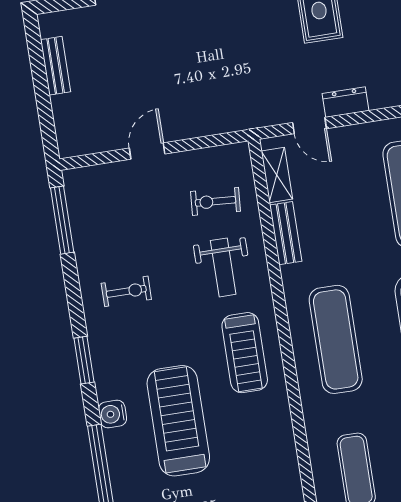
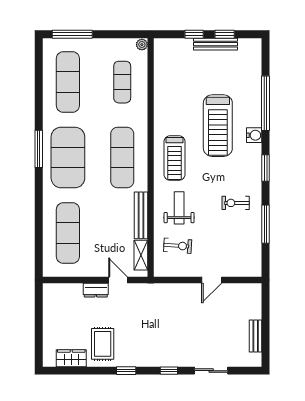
window: (62, 220) -> (266, 224), moved
bench: (286, 233) -> (141, 215), width x1.36
treadmill: (245, 353) -> (174, 158), turned 180

